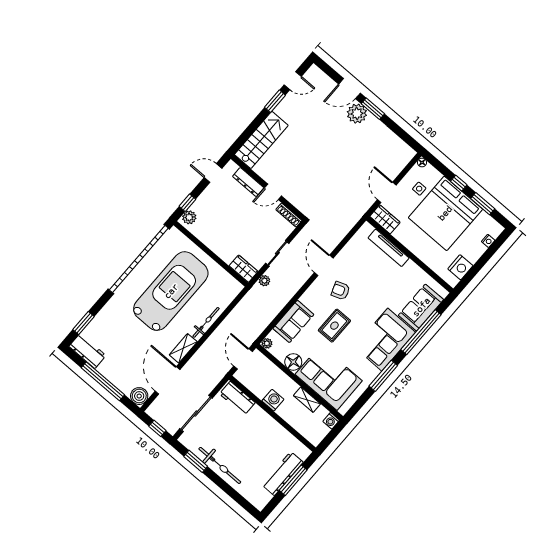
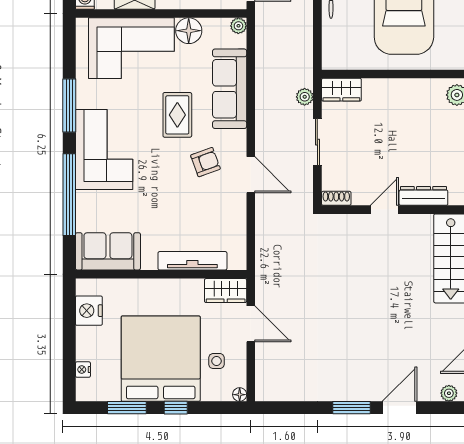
plant: (357, 114) -> (449, 393), moved, width x0.53, depth x0.53
shoe rack: (289, 215) -> (336, 198), width x0.70
sofa: (421, 307) -> (108, 251), moved, turned -90
sofa: (293, 321) -> (230, 89), width x1.36

